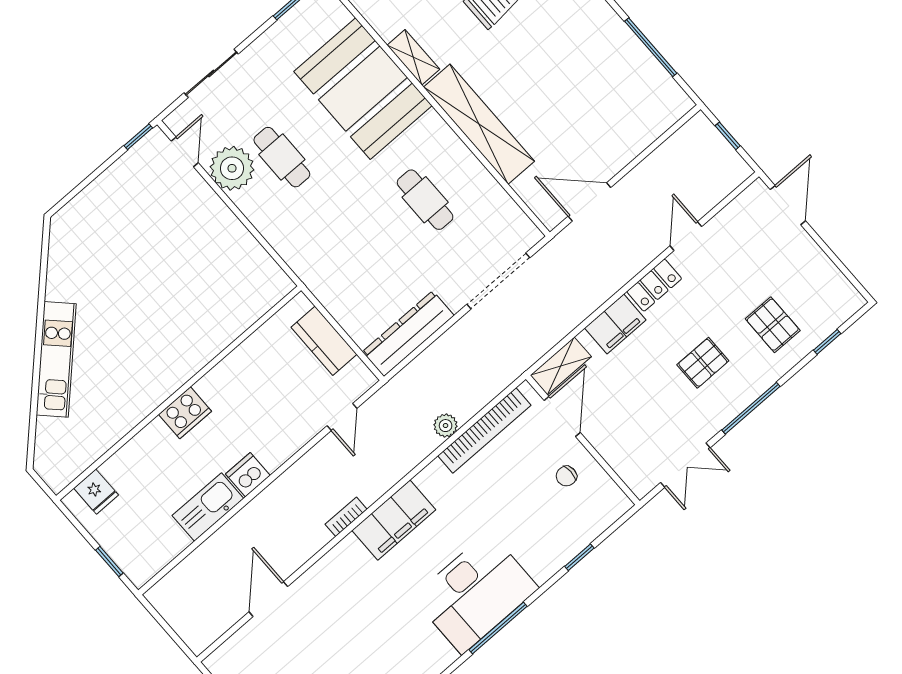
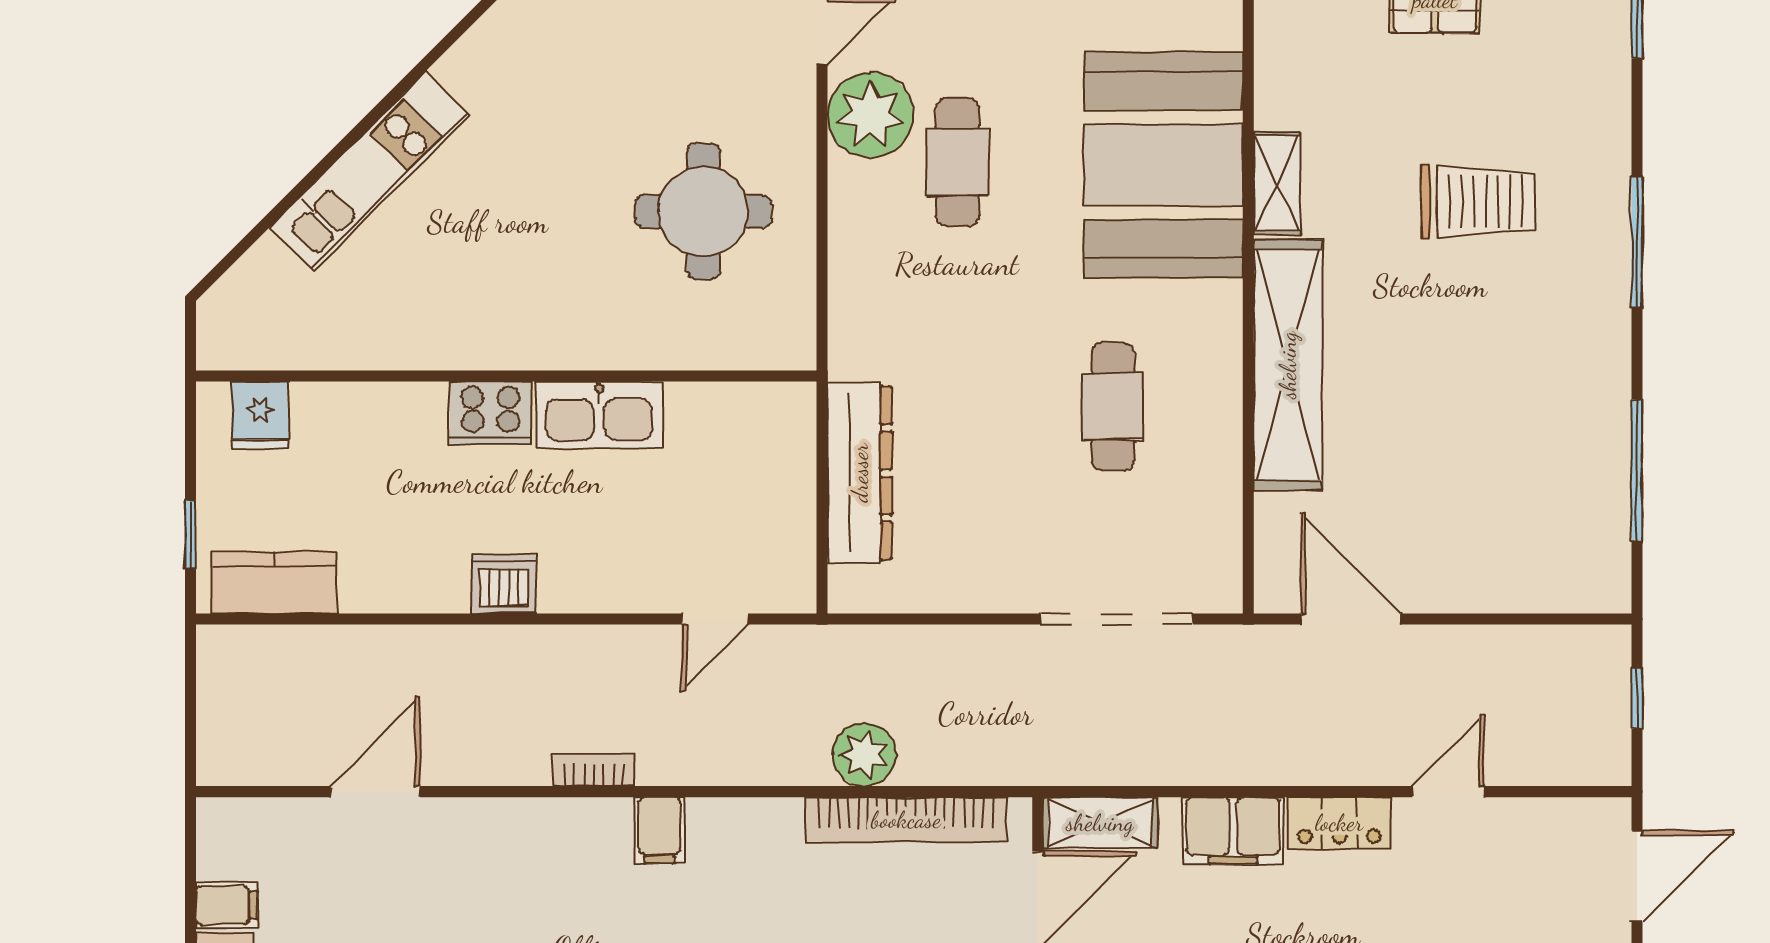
round table: (200, 262) -> (703, 211), added
dresser: (408, 334) -> (860, 473), moved, turned 90
kitchen counter: (324, 341) -> (274, 582), moved, turned 90
plant: (446, 426) -> (864, 755), width x1.38, depth x1.38
kitchen sink: (208, 507) -> (599, 415), moved, turned 180
filing cabinet: (394, 520) -> (660, 830), width x0.33, depth x0.86

